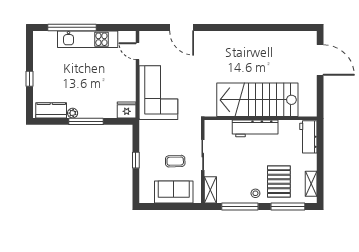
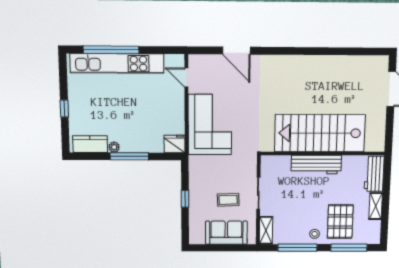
kitchen unit: (88, 39) -> (117, 63), width x1.36
shelving: (311, 184) -> (376, 206), moved

